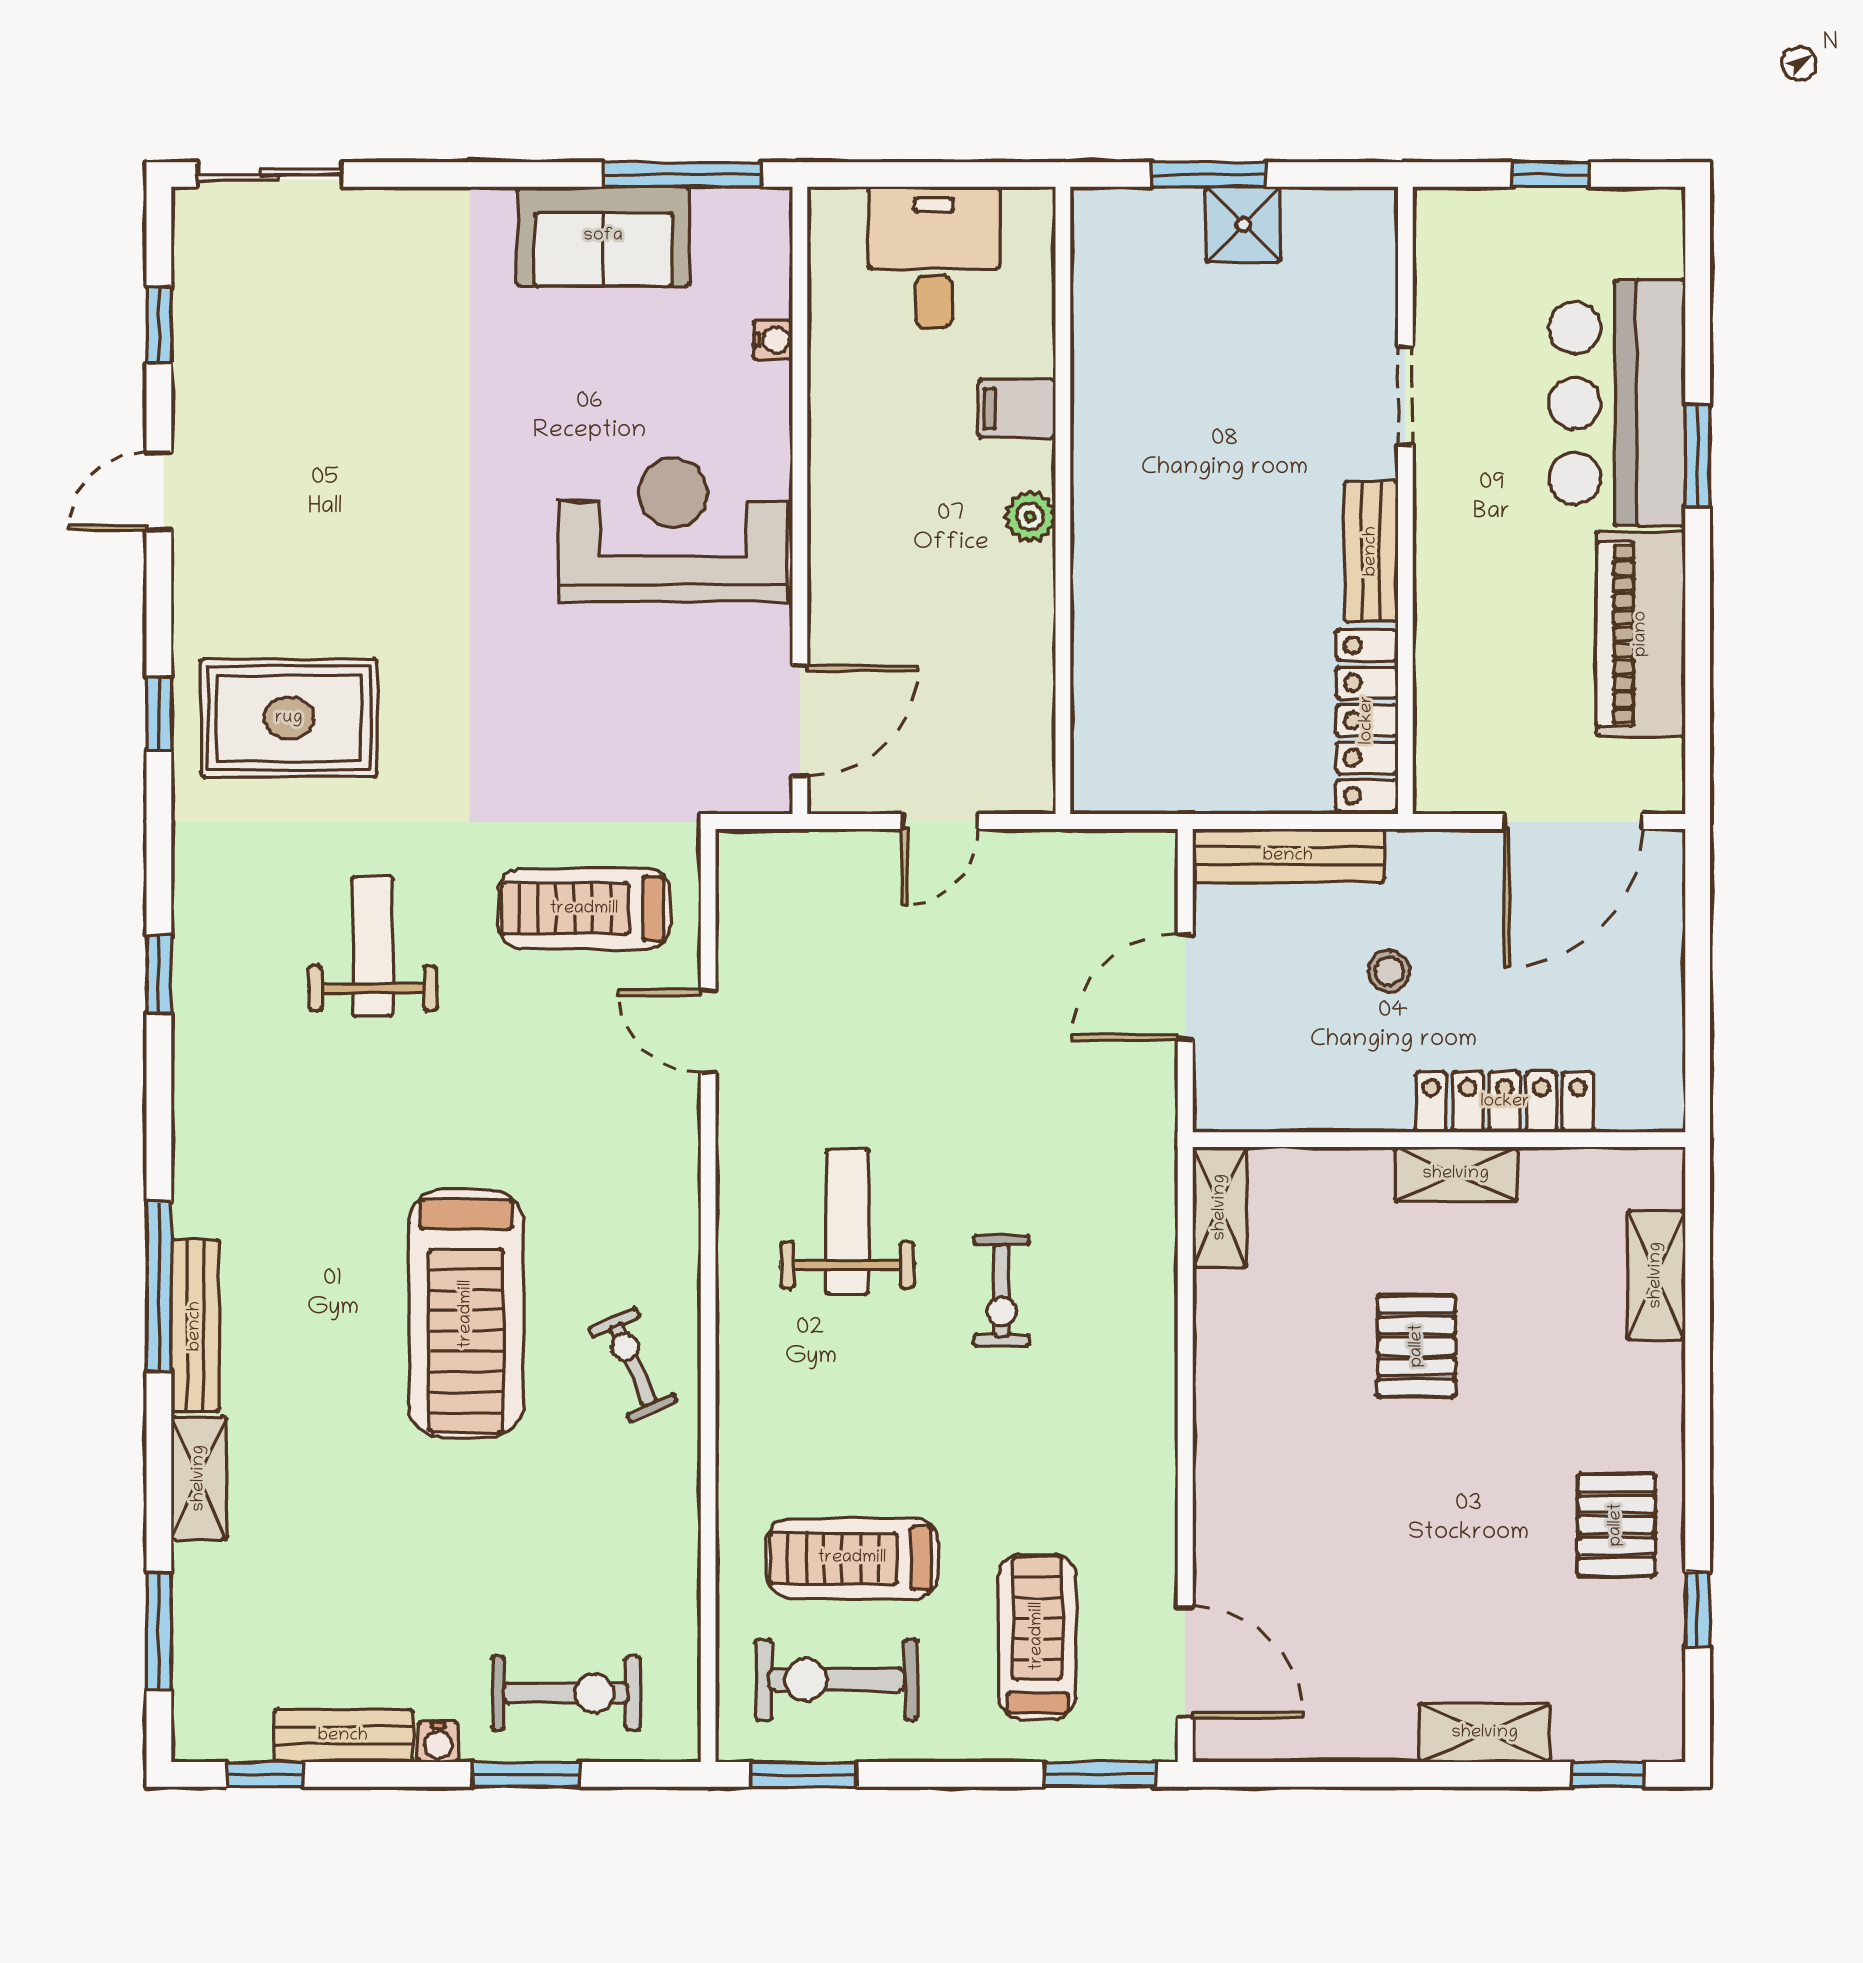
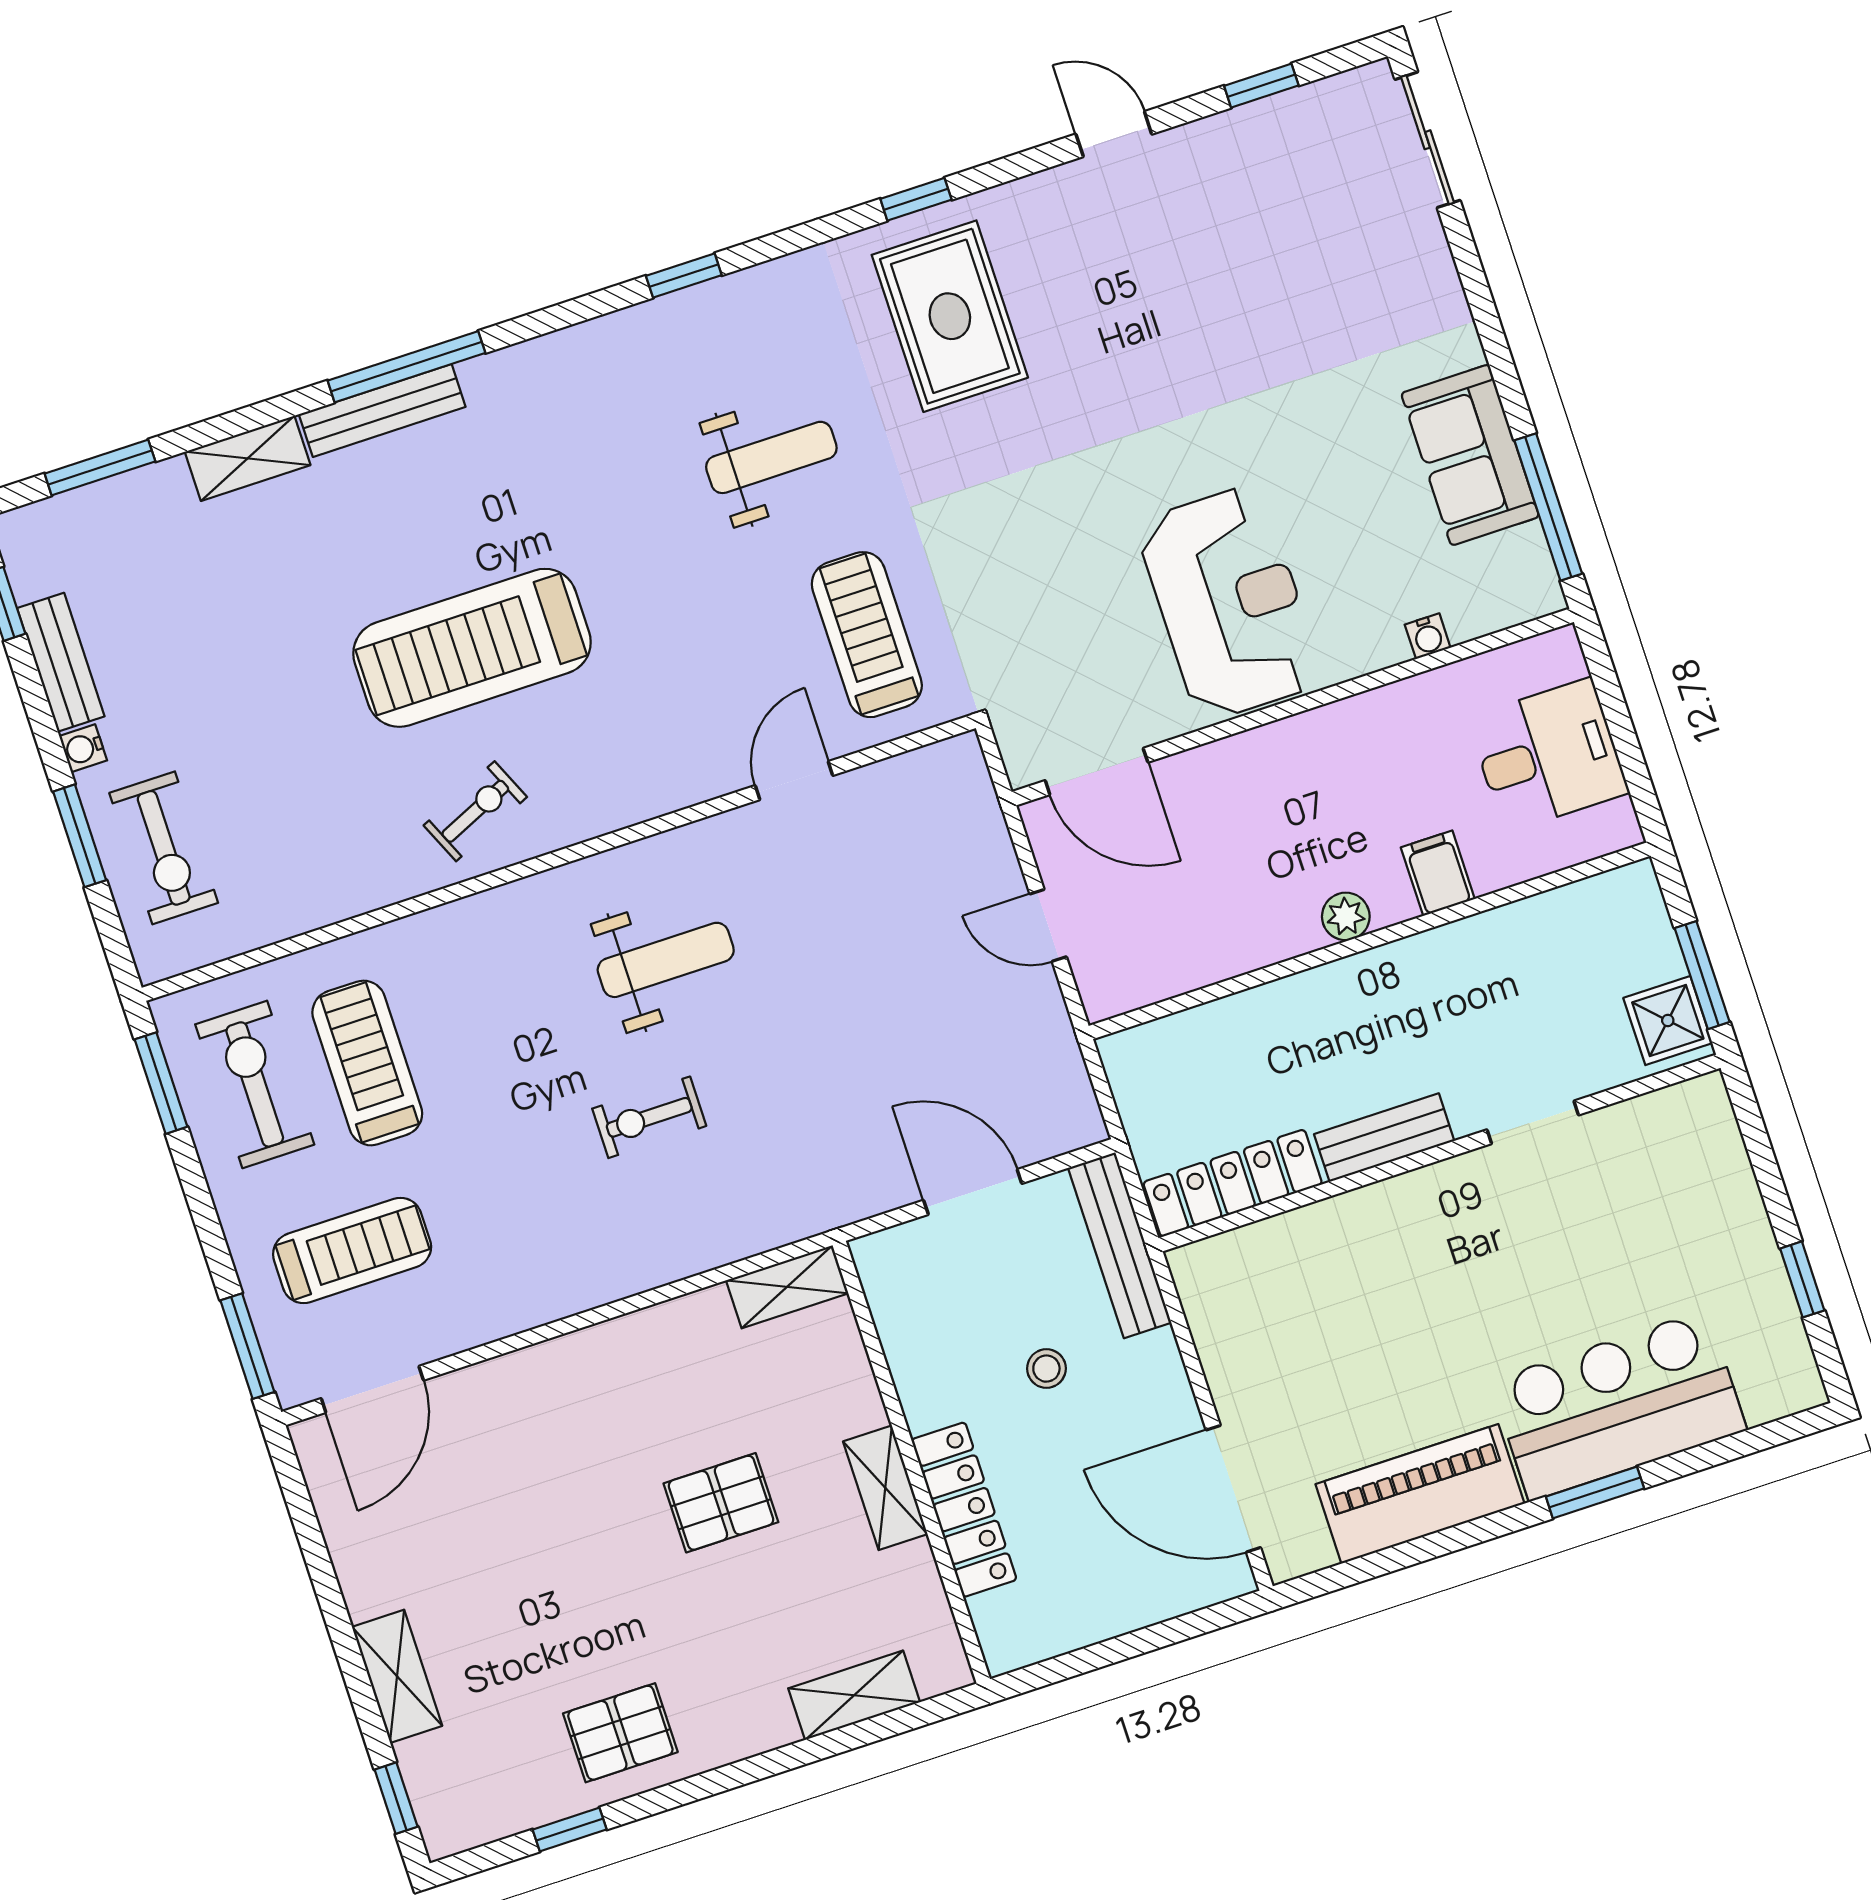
doorway: (1405, 396) -> (1533, 1122), moved
wall: (1405, 500) -> (1439, 1153), moved
bench: (1371, 551) -> (1384, 1138), moved
locker: (1367, 720) -> (1233, 1183), moved

